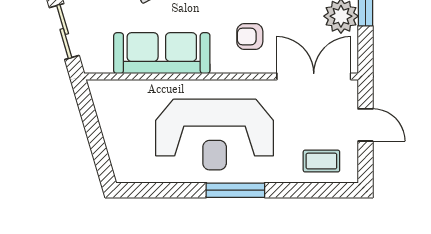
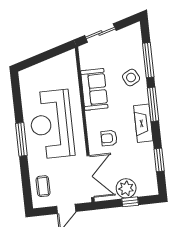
armchair: (250, 36) -> (109, 138), turned -90
sofa: (162, 53) -> (94, 89), width x0.73

